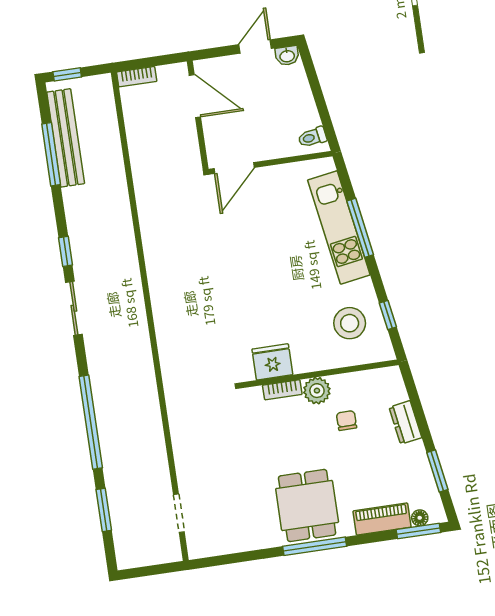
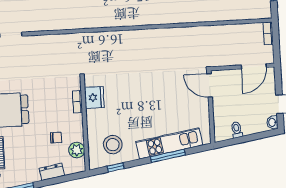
toilet: (312, 137) -> (237, 130), moved
plant: (317, 391) -> (77, 150), moved

